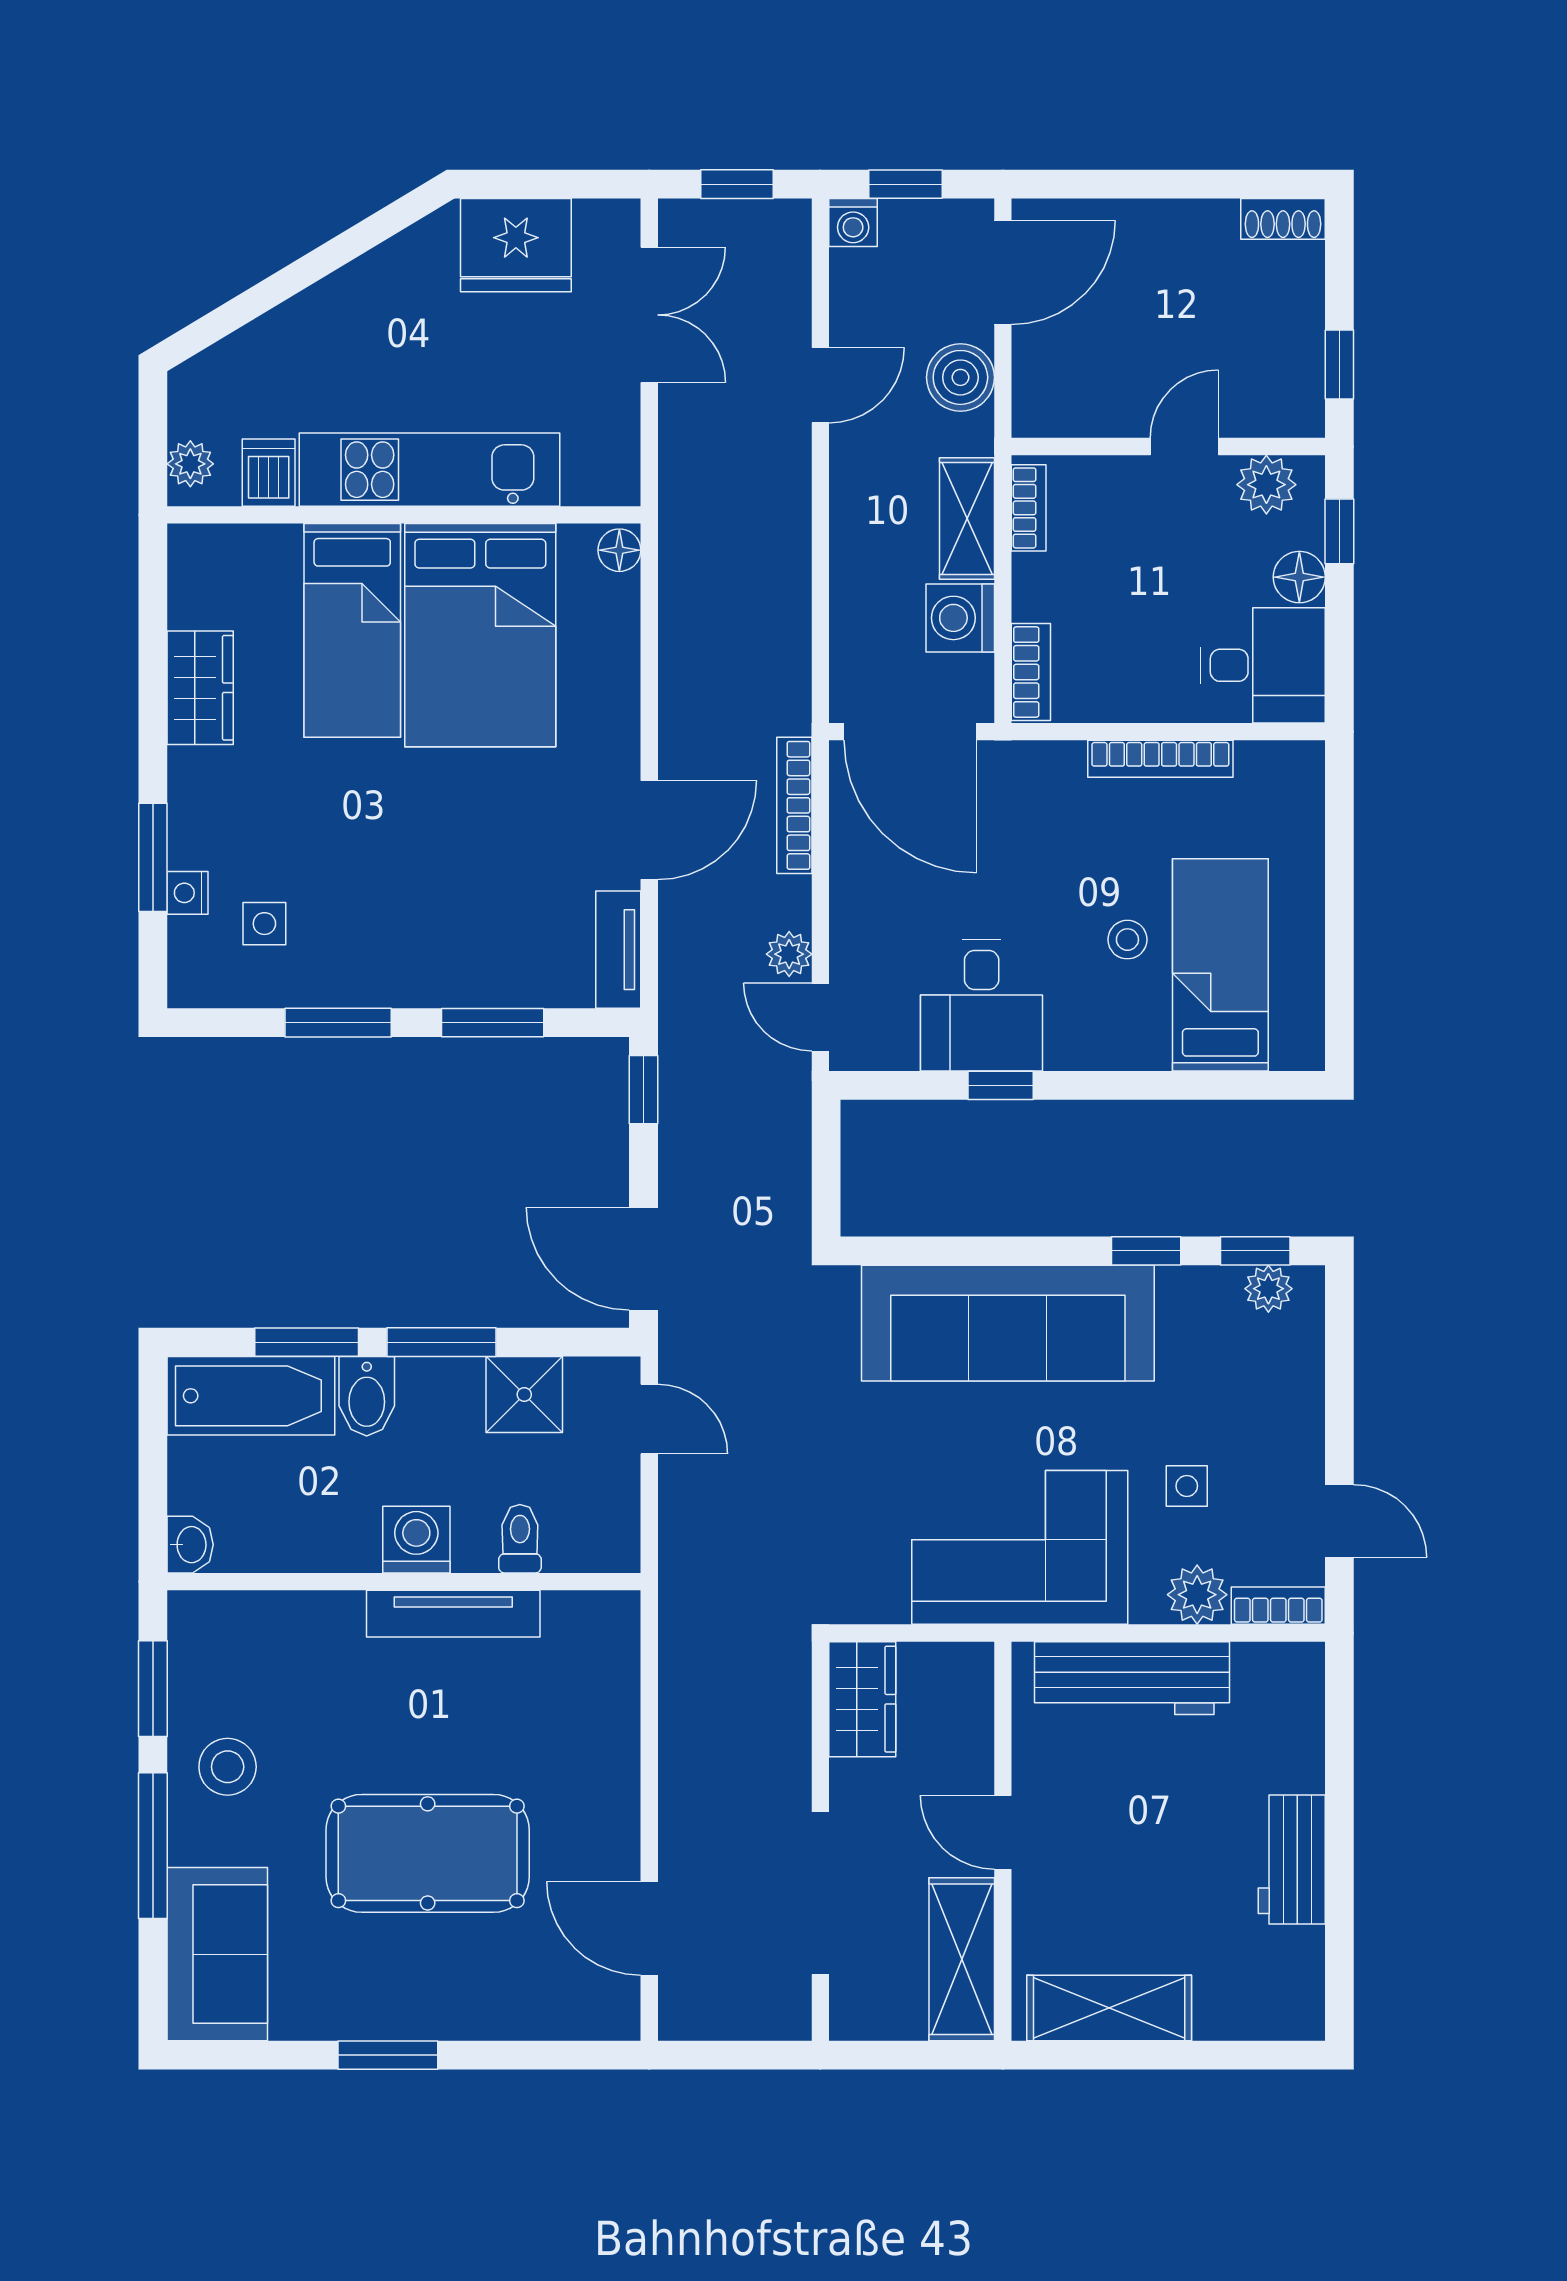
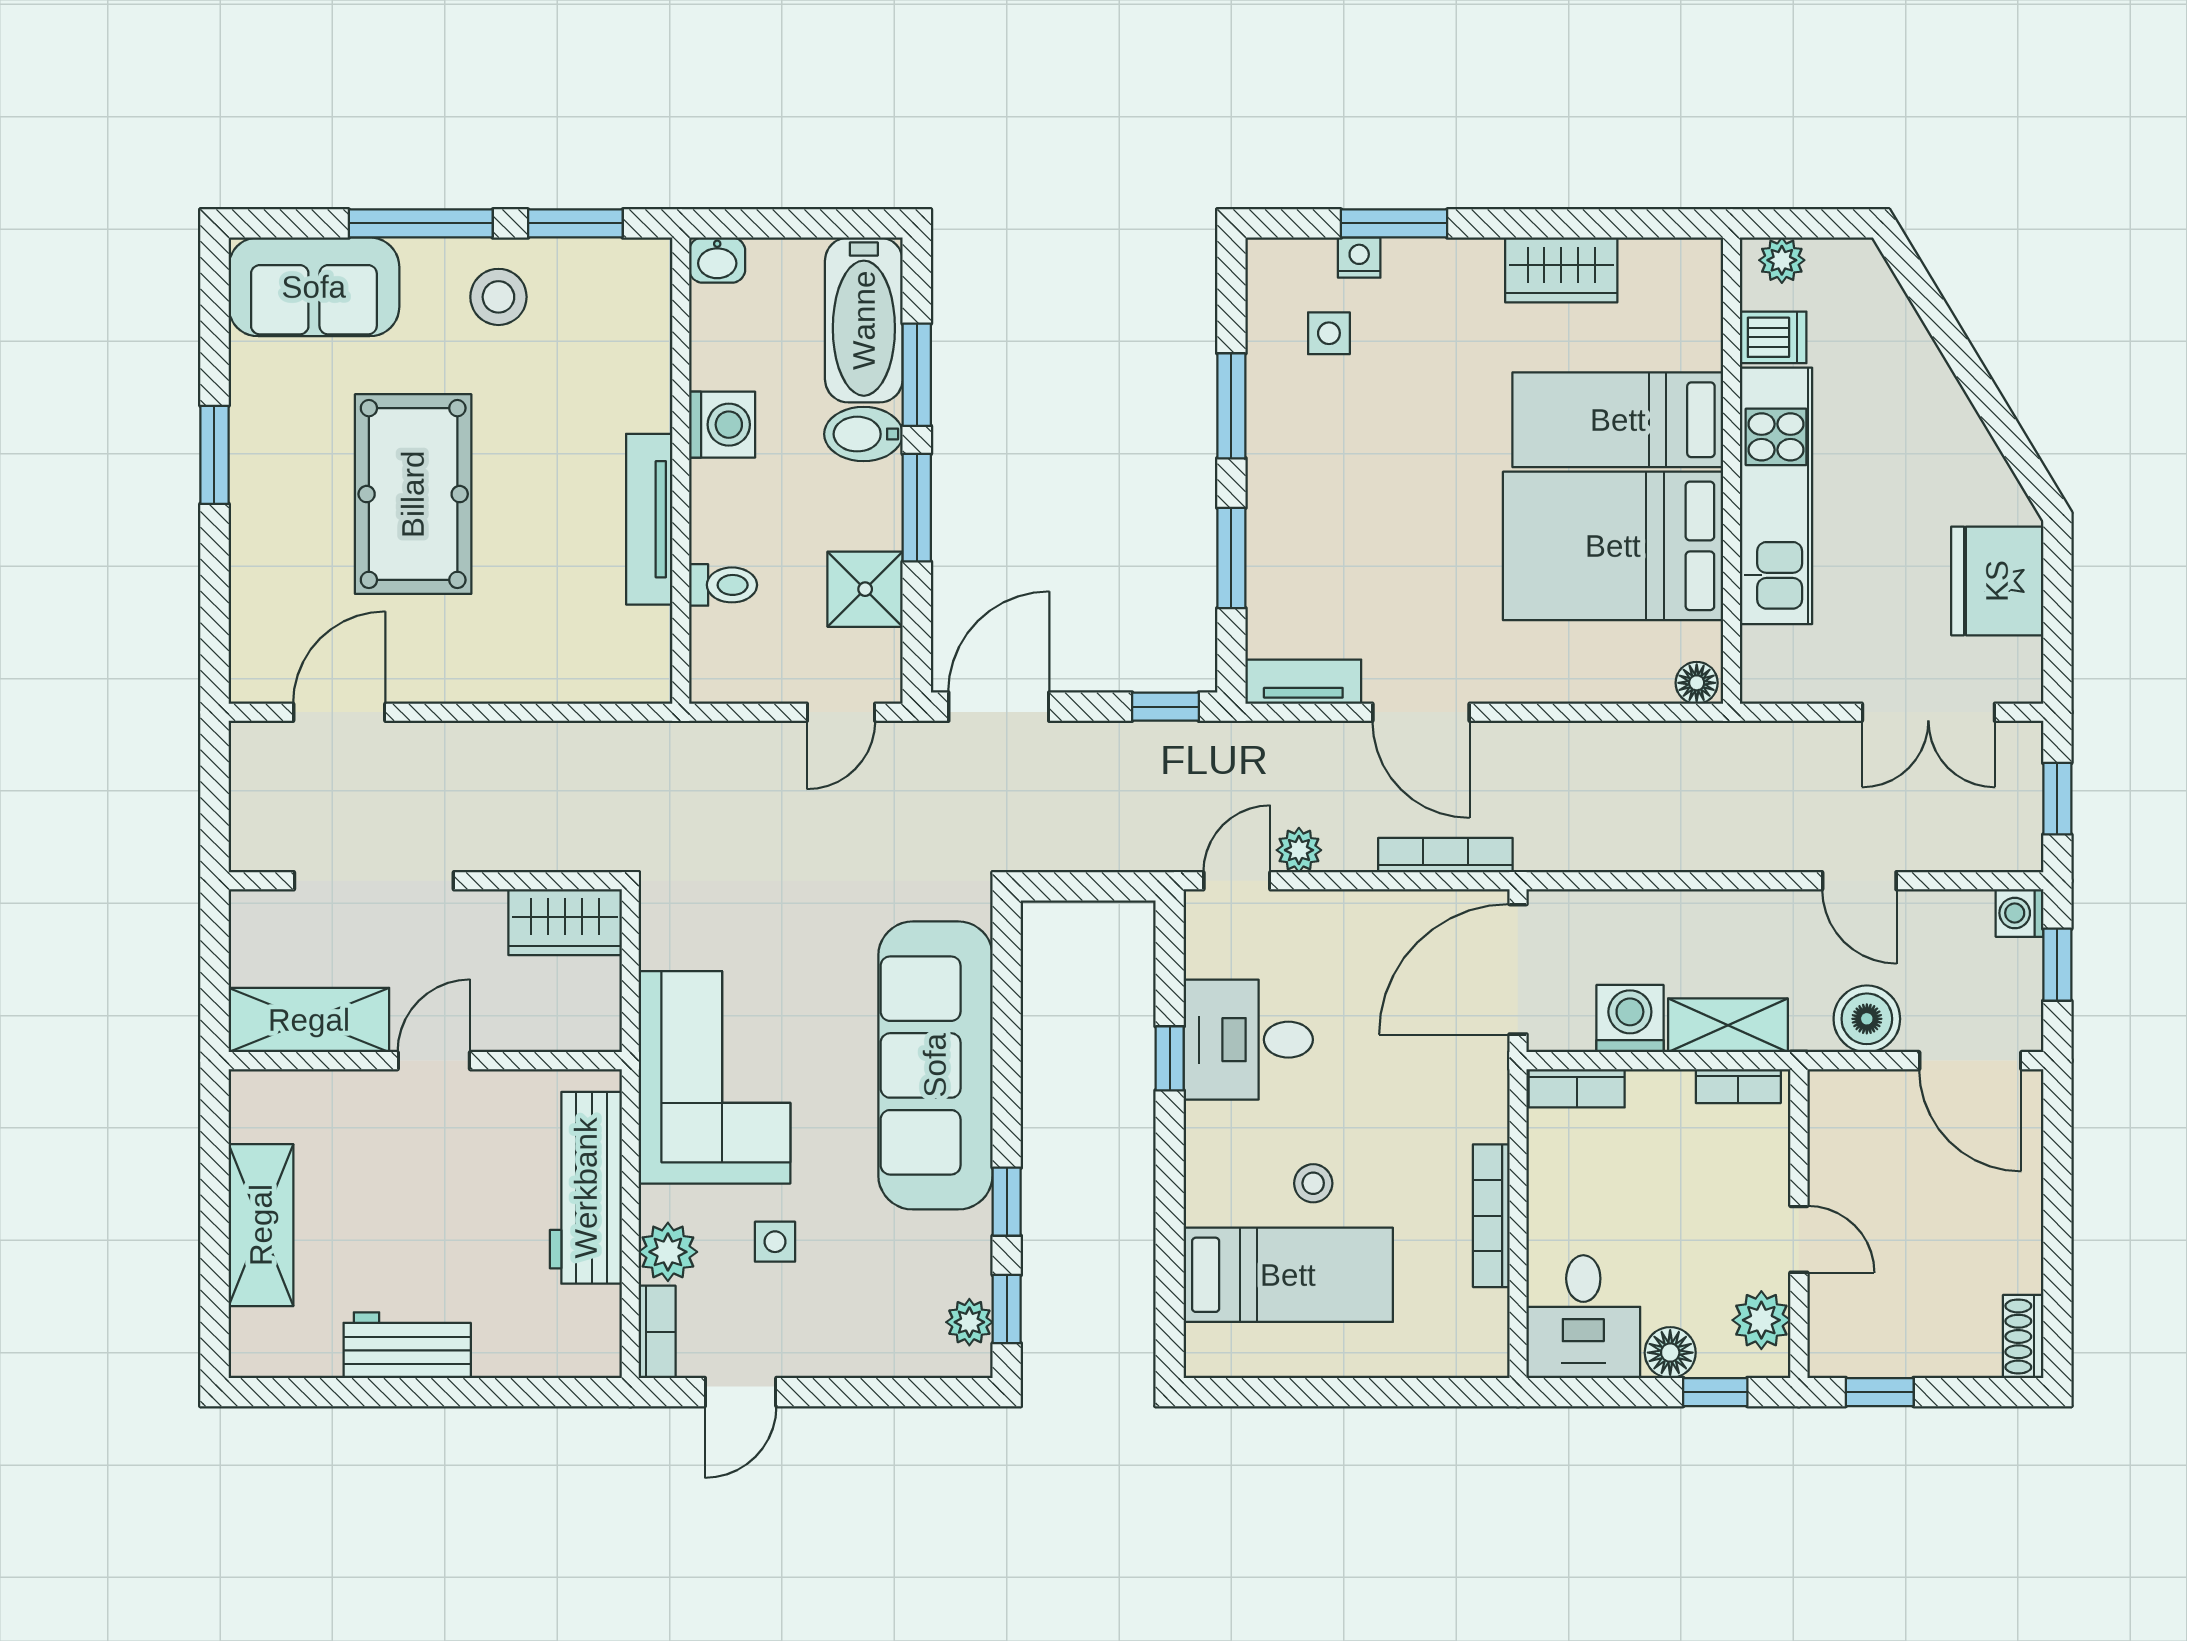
washing machine: (416, 1540) -> (722, 425), moved
shelving: (1109, 2008) -> (261, 1225), moved

